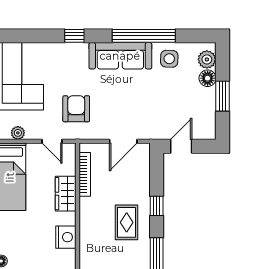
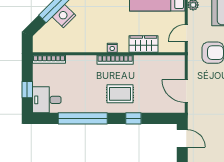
bookcase: (85, 174) -> (115, 60), moved
nightstand: (66, 237) -> (112, 48), width x0.53, depth x0.56

